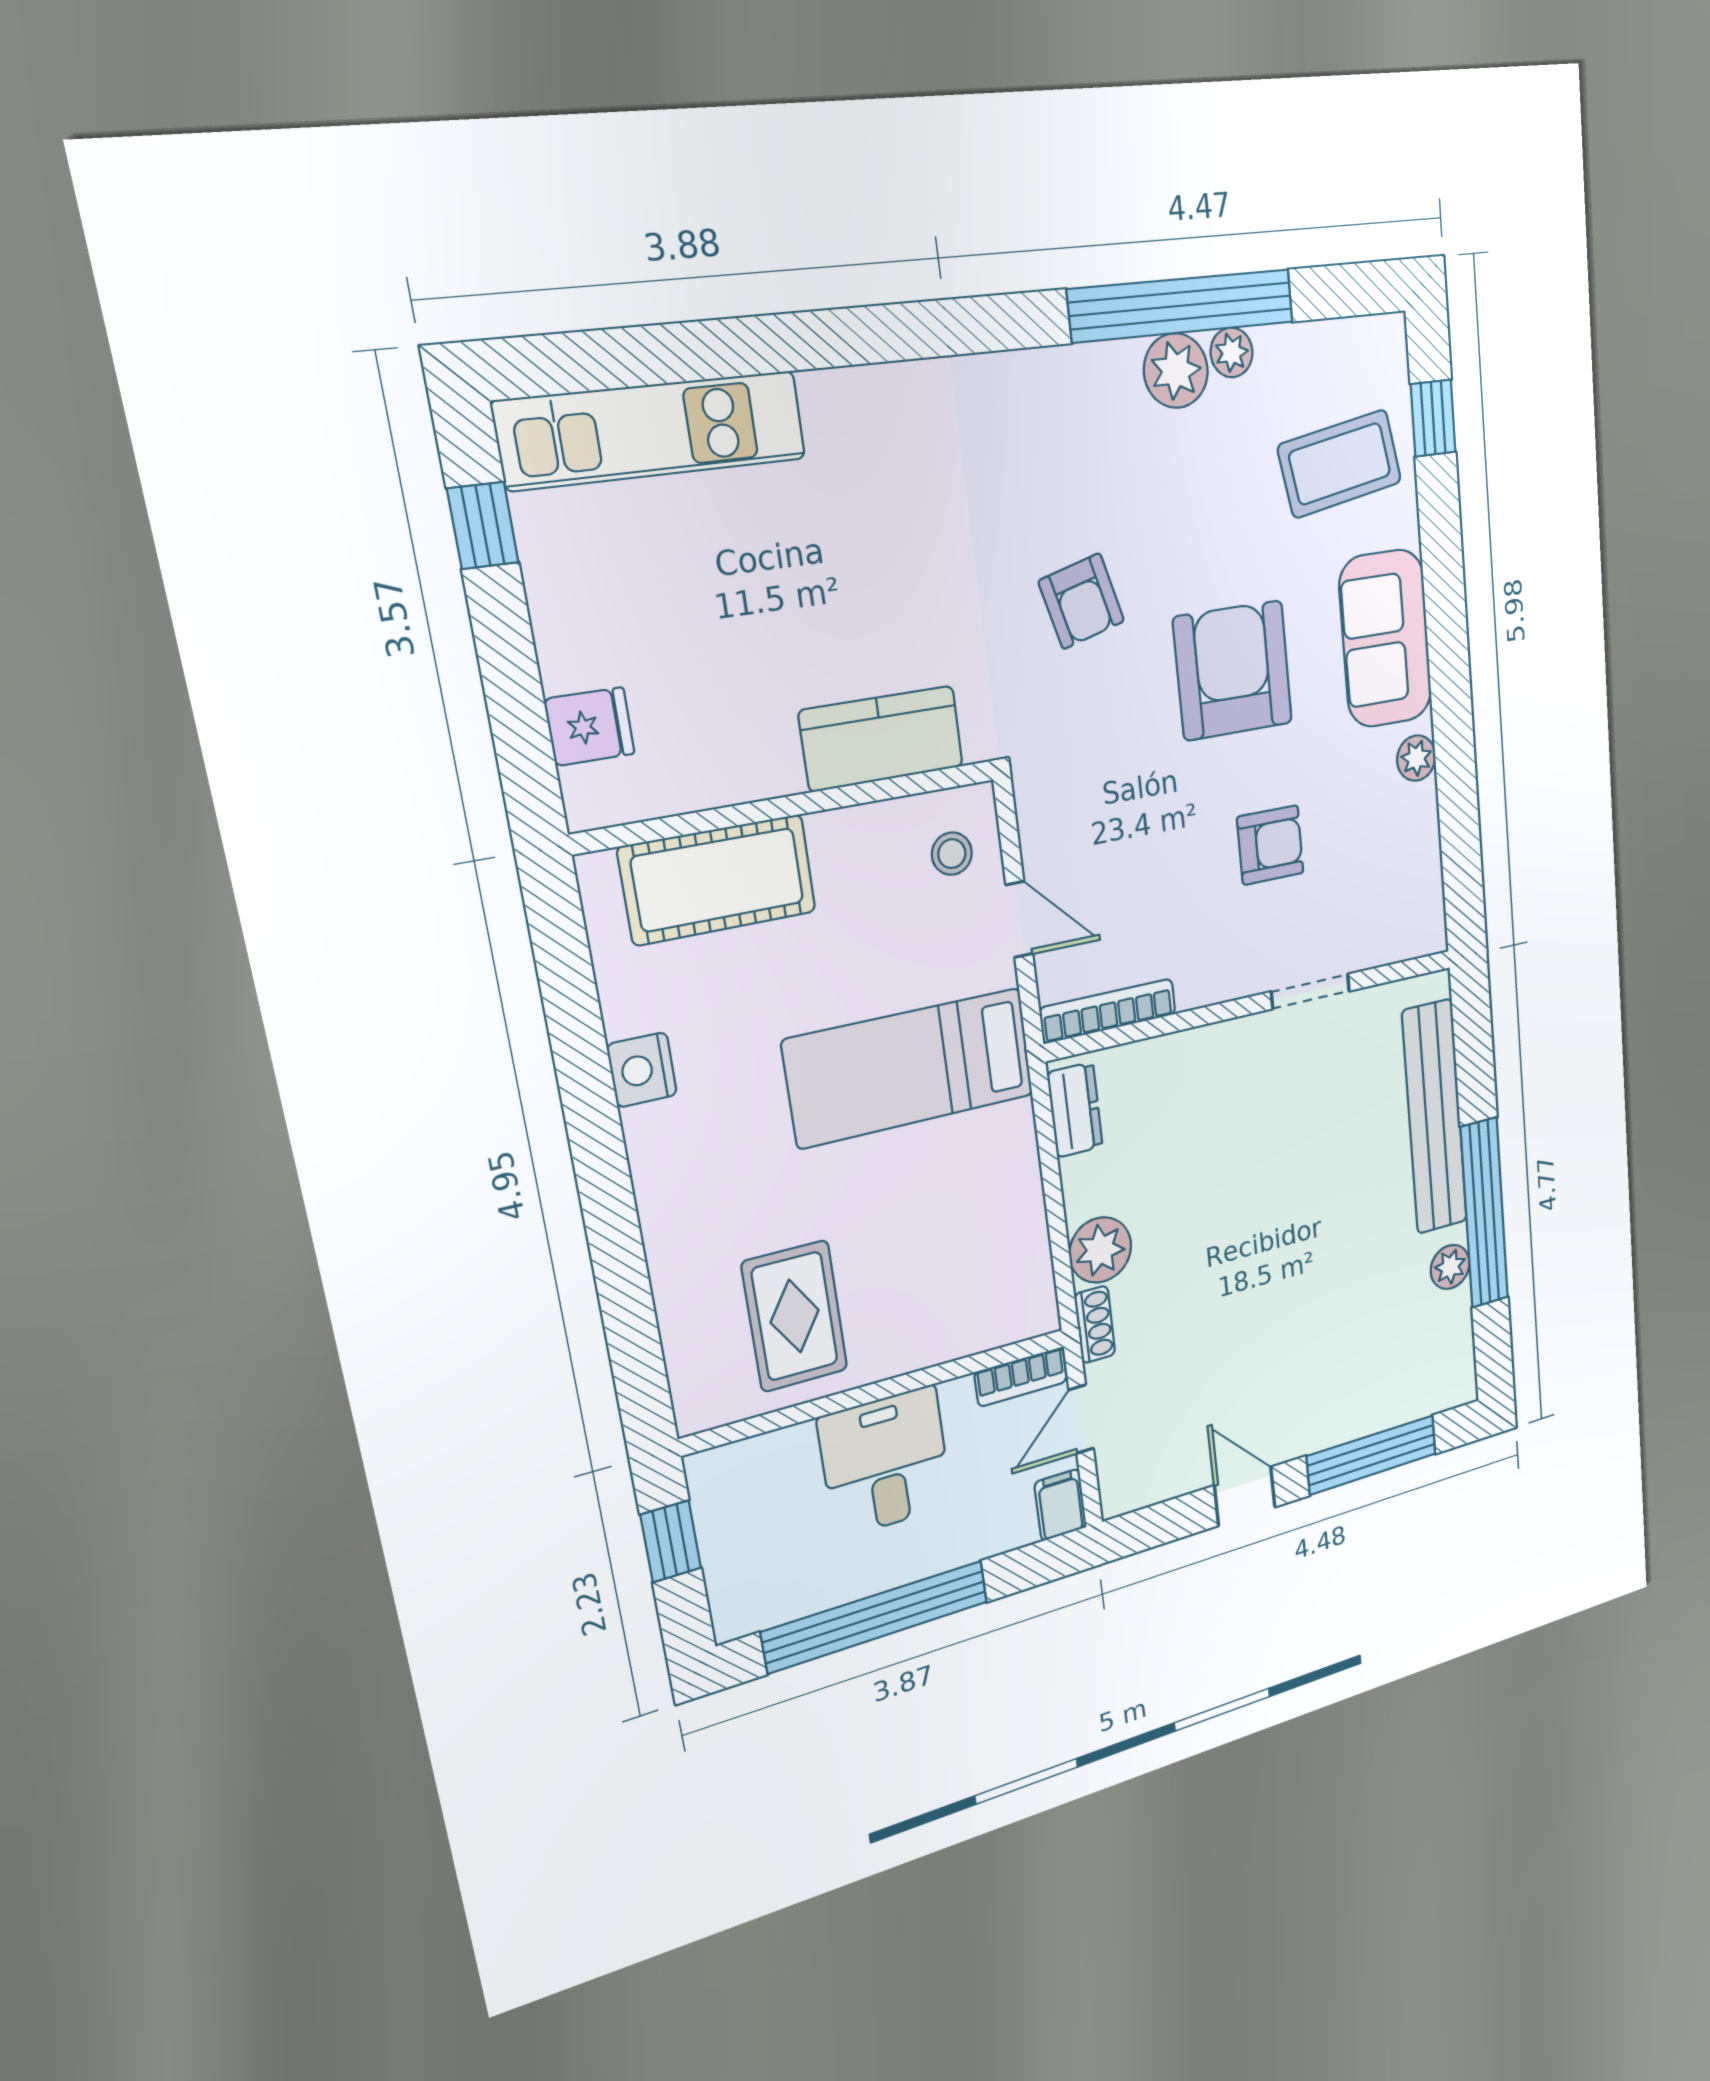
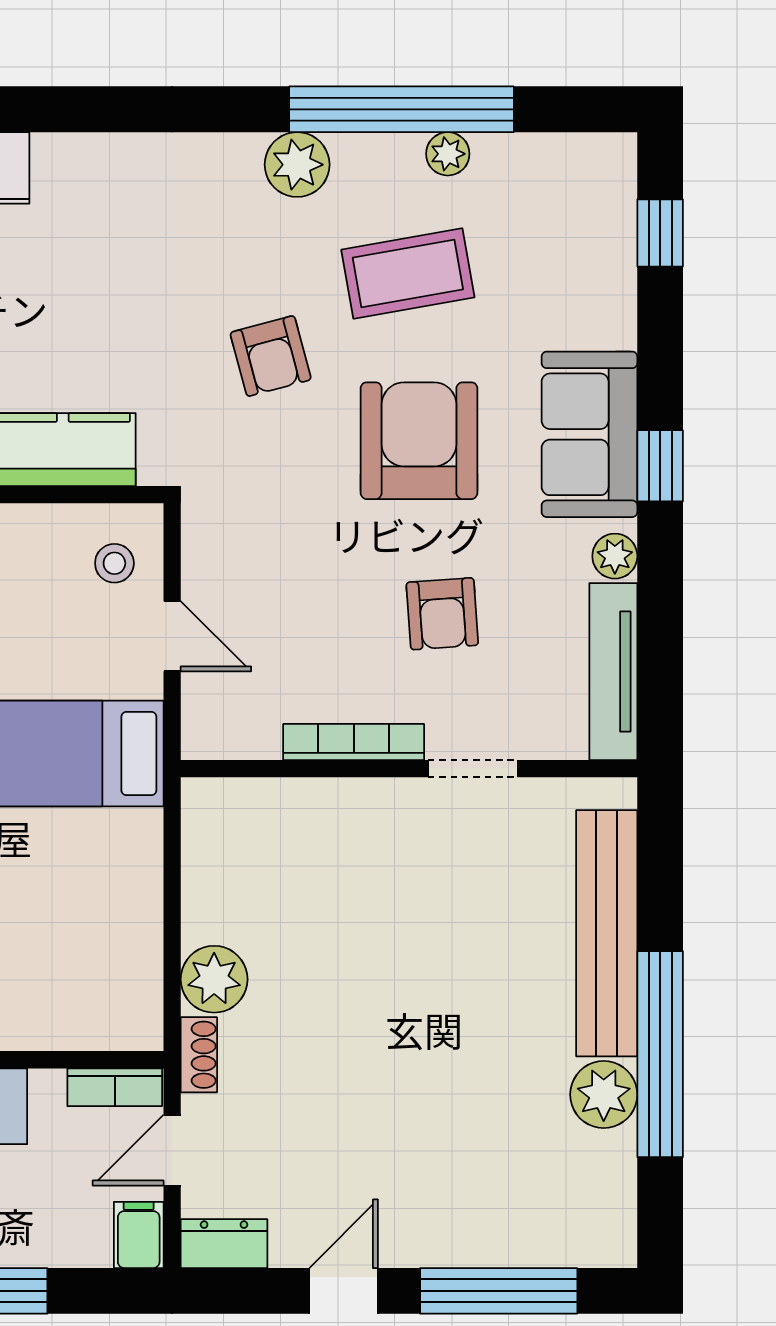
plant: (1176, 371) -> (297, 165), moved
coffee table: (1340, 464) -> (408, 274), moved
window: (1449, 661) -> (660, 466), added
armchair: (1270, 845) -> (442, 614), turned 86
tv unit: (1423, 871) -> (613, 672), added
bookcase: (1108, 1011) -> (354, 742), moved
dresser: (1075, 1110) -> (224, 1244), moved, turned -90
plant: (1450, 1267) -> (604, 1095), width x1.38, depth x1.38
door: (1245, 1496) -> (344, 1291), hinge flipped

